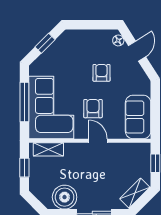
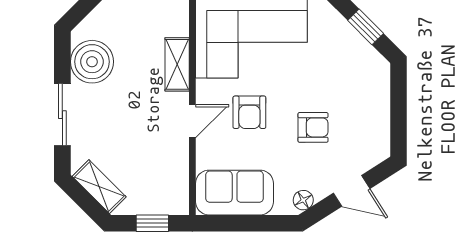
floor lamp: (118, 40) -> (303, 200), moved
armchair: (93, 109) -> (249, 112), turned 90
shelving: (48, 149) -> (177, 64), moved

